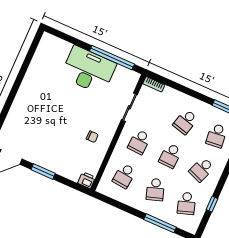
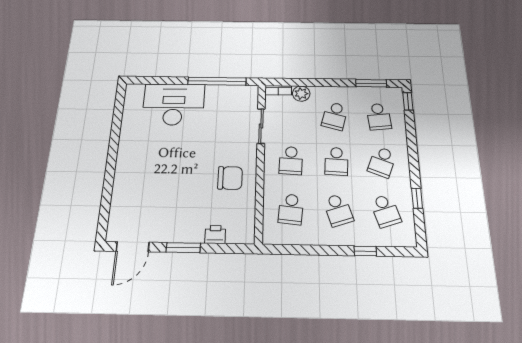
desk: (88, 70) -> (173, 104), moved
plant: (169, 94) -> (301, 94), added
chair: (92, 137) -> (230, 178), width x1.87, depth x1.87
printer: (87, 180) -> (215, 234), moved
window: (160, 223) -> (365, 251), width x0.46

